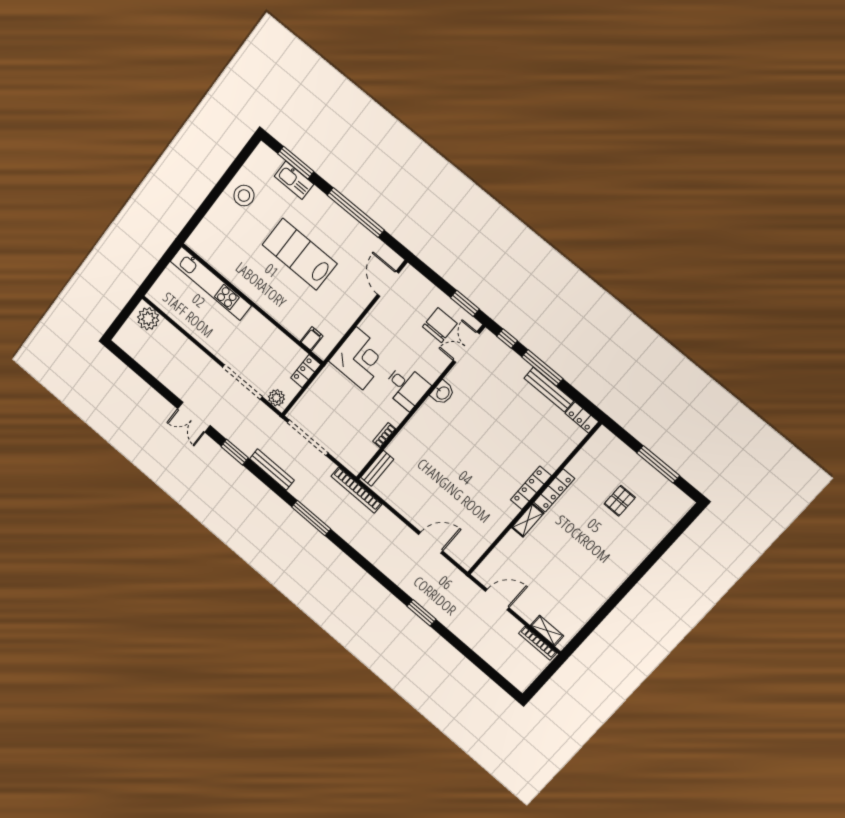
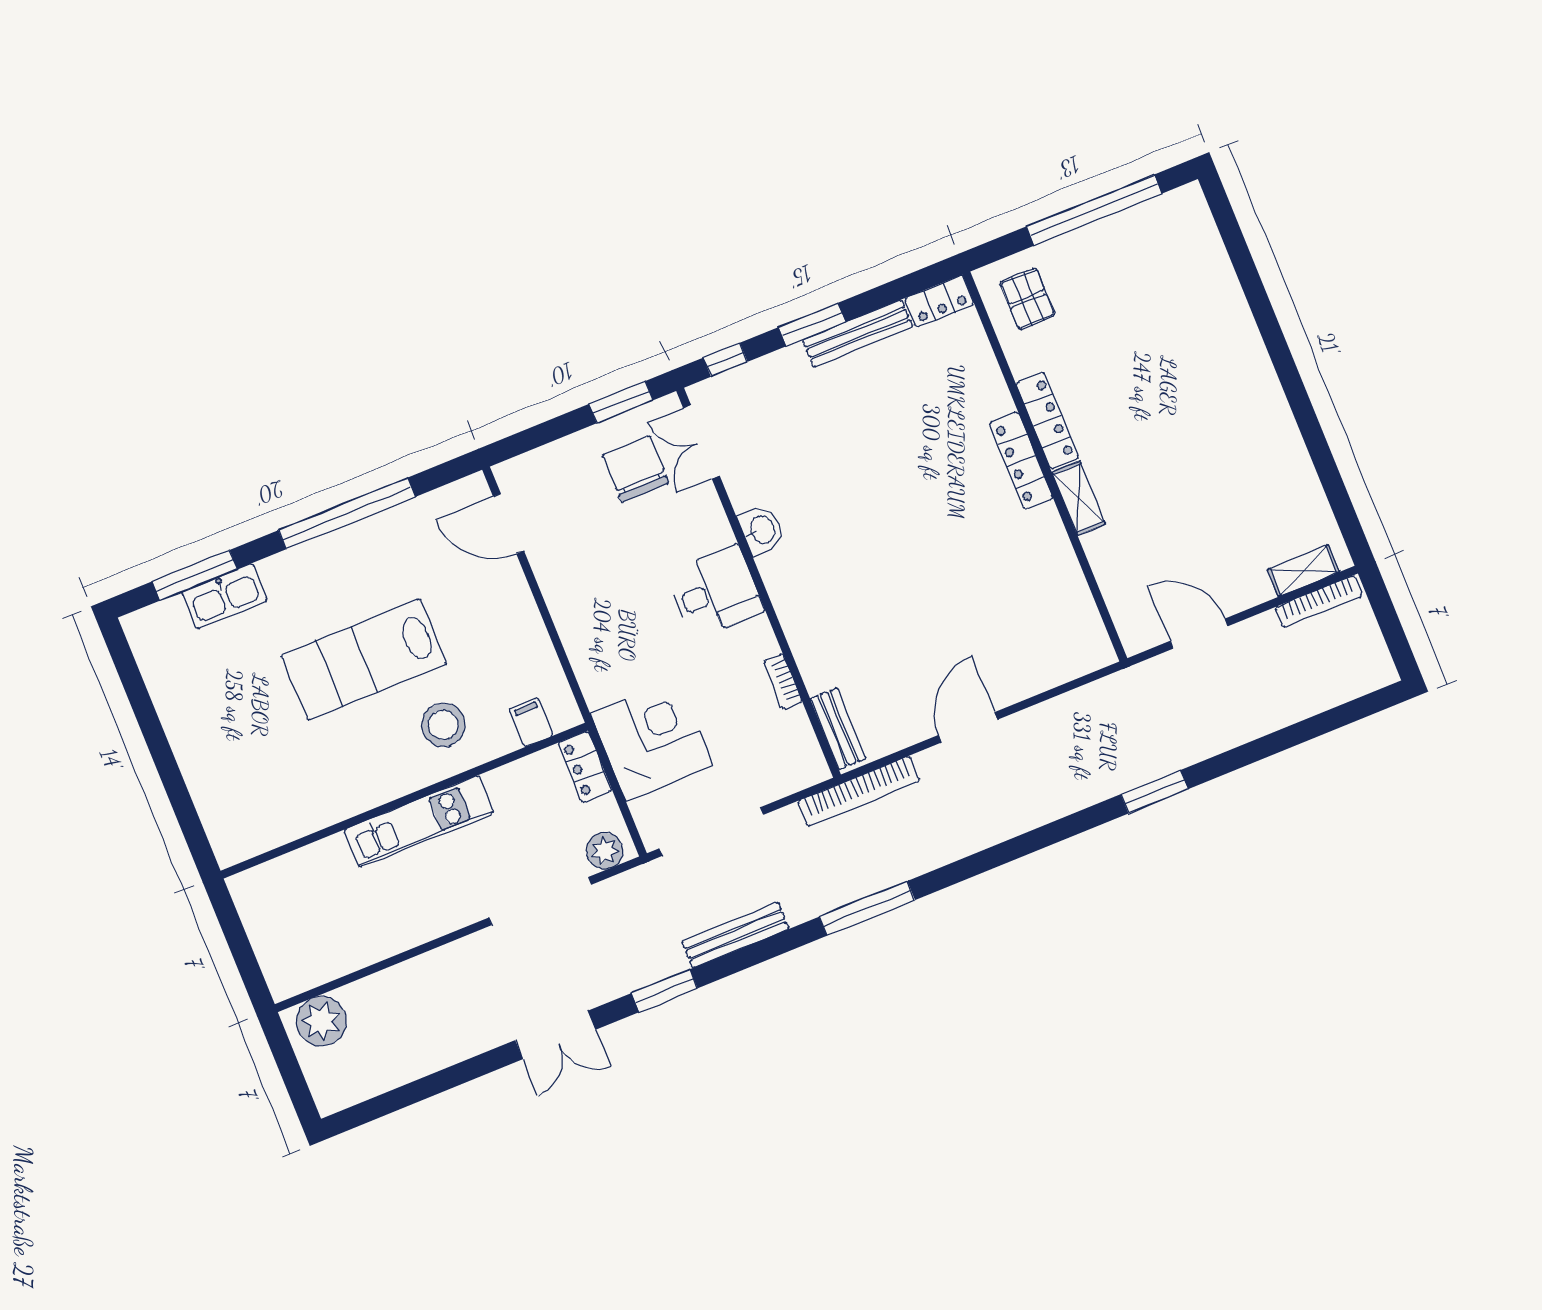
stool: (244, 196) -> (443, 725), moved
kitchen unit: (211, 283) -> (419, 821), moved, width x0.73
corner desk: (359, 358) -> (652, 740), moved
window: (542, 368) -> (812, 325), width x0.69
window: (658, 464) -> (1094, 210), width x1.46
pallet: (620, 501) -> (1027, 299), moved
door: (431, 543) -> (968, 727), moved
door: (497, 599) -> (1199, 634), hinge flipped

